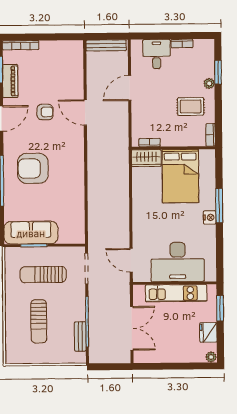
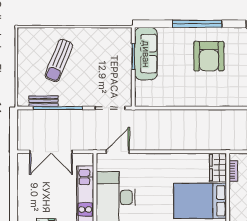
armchair: (33, 168) -> (209, 56), turned 180
sun lounger: (43, 275) -> (105, 65), removed
sun lounger: (39, 321) -> (59, 61), turned -68

